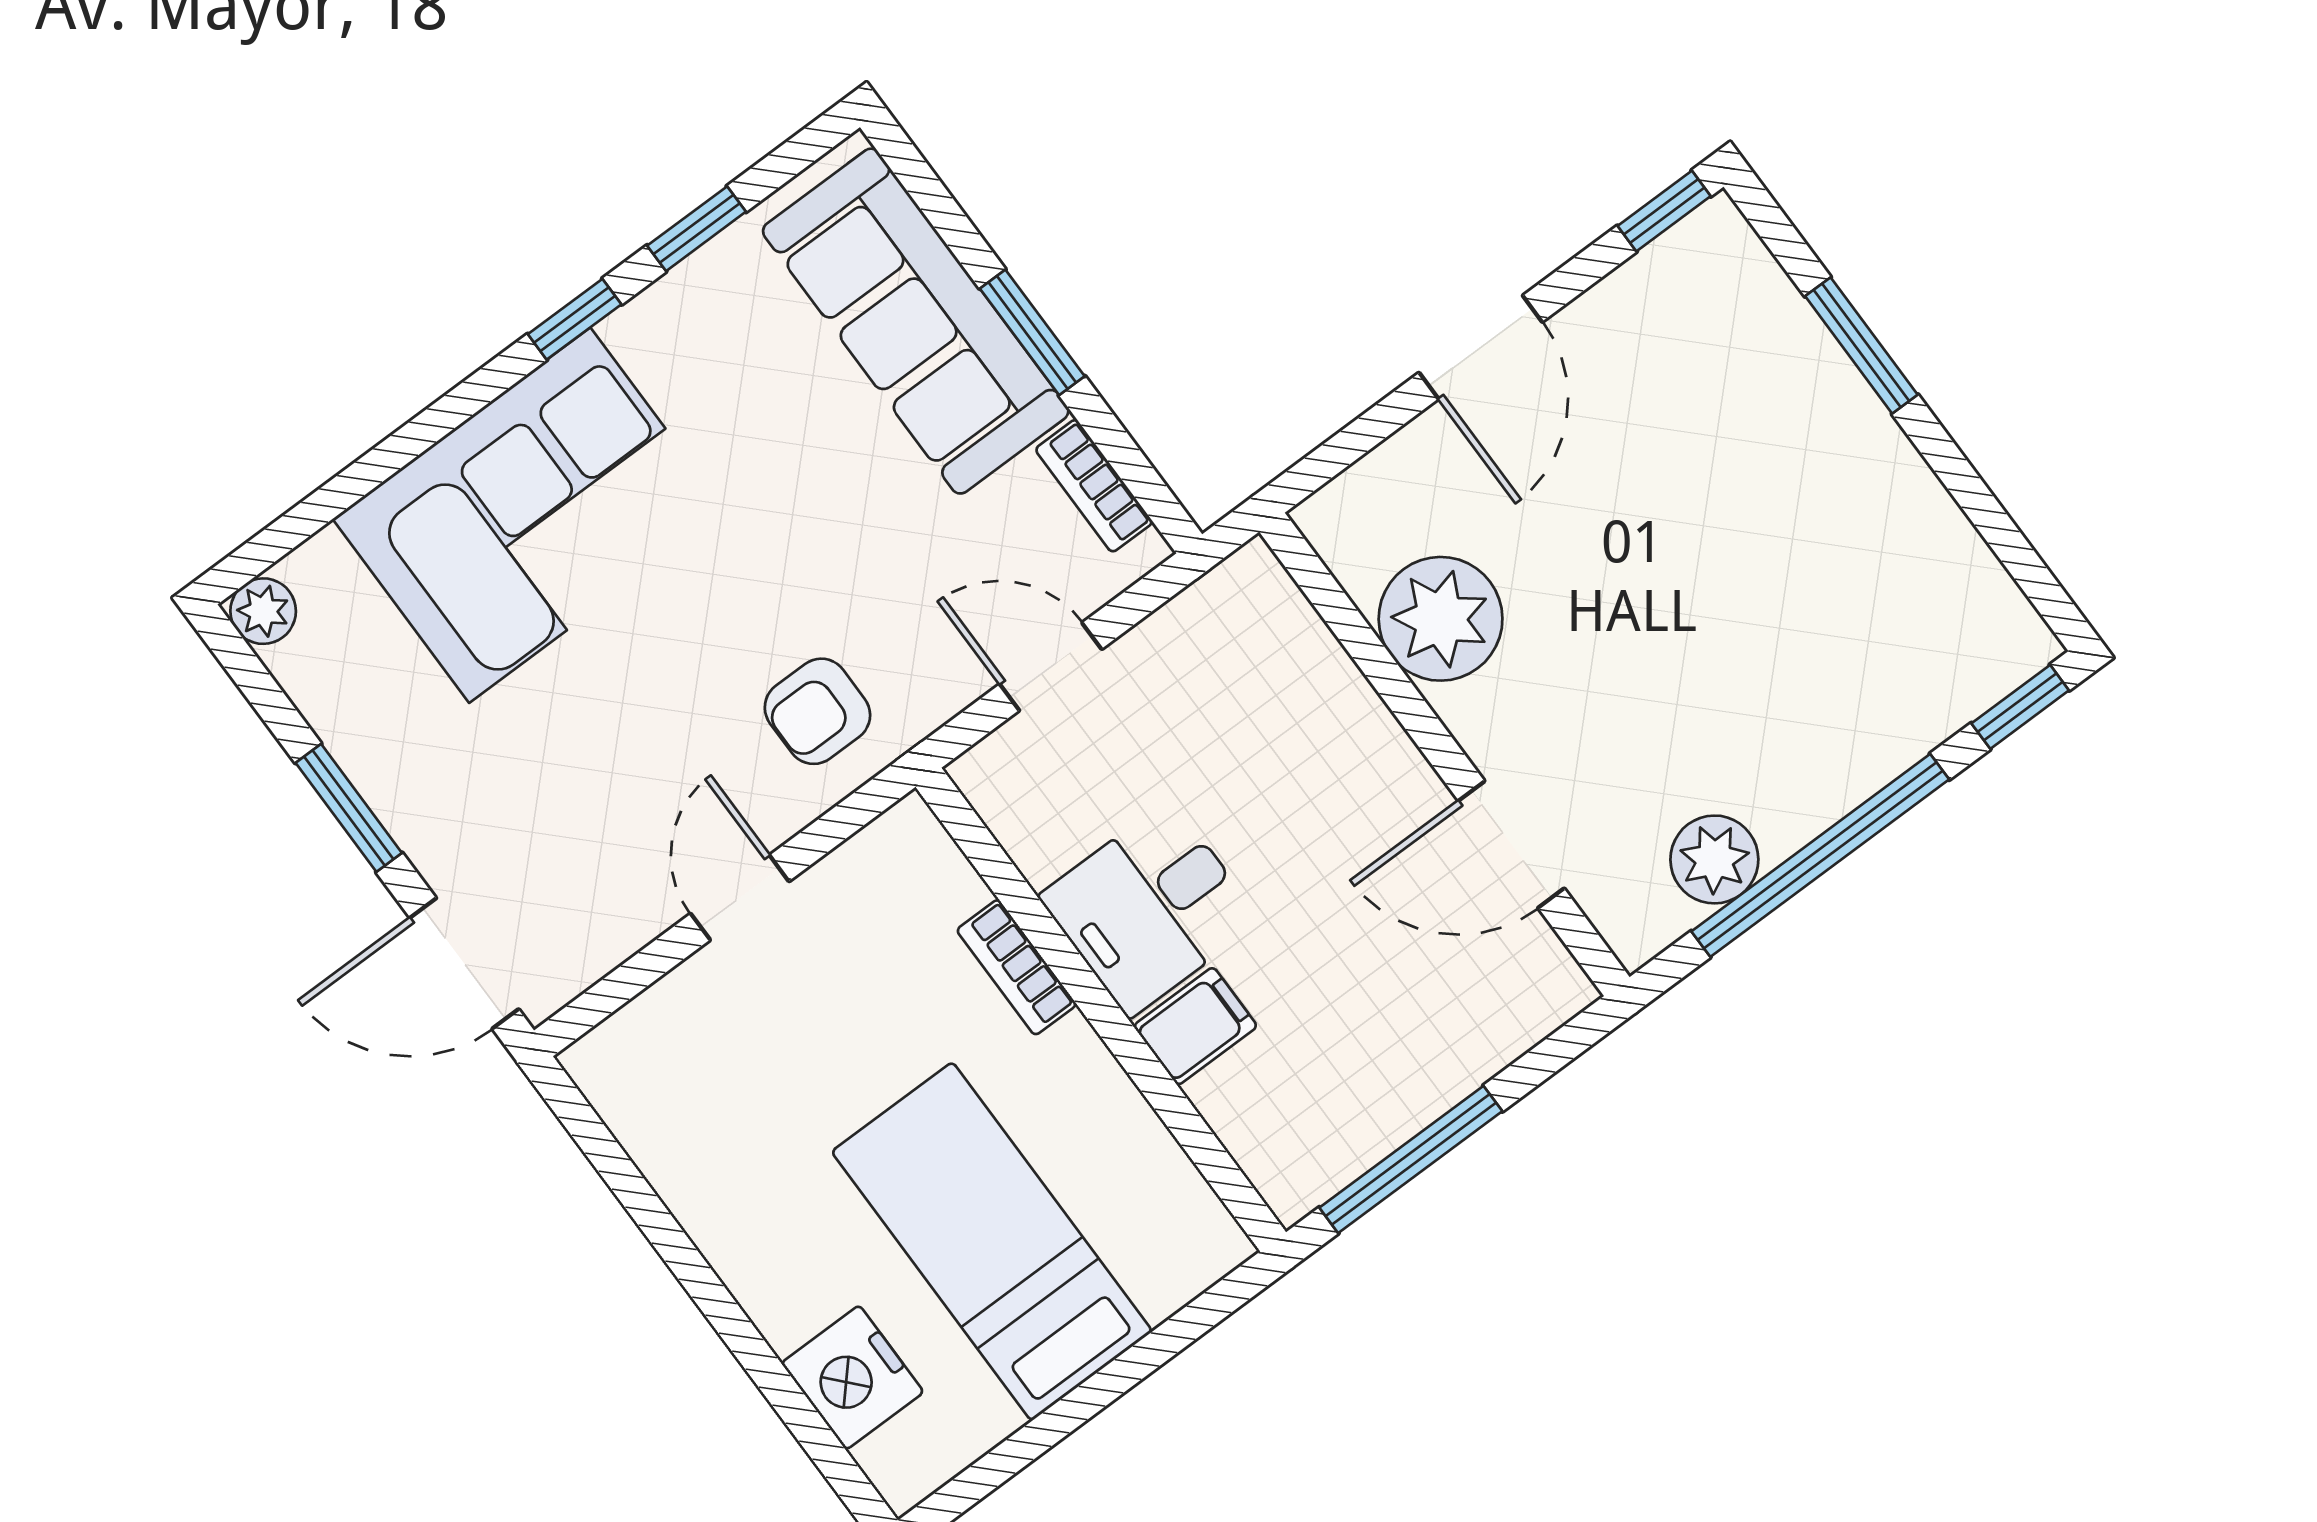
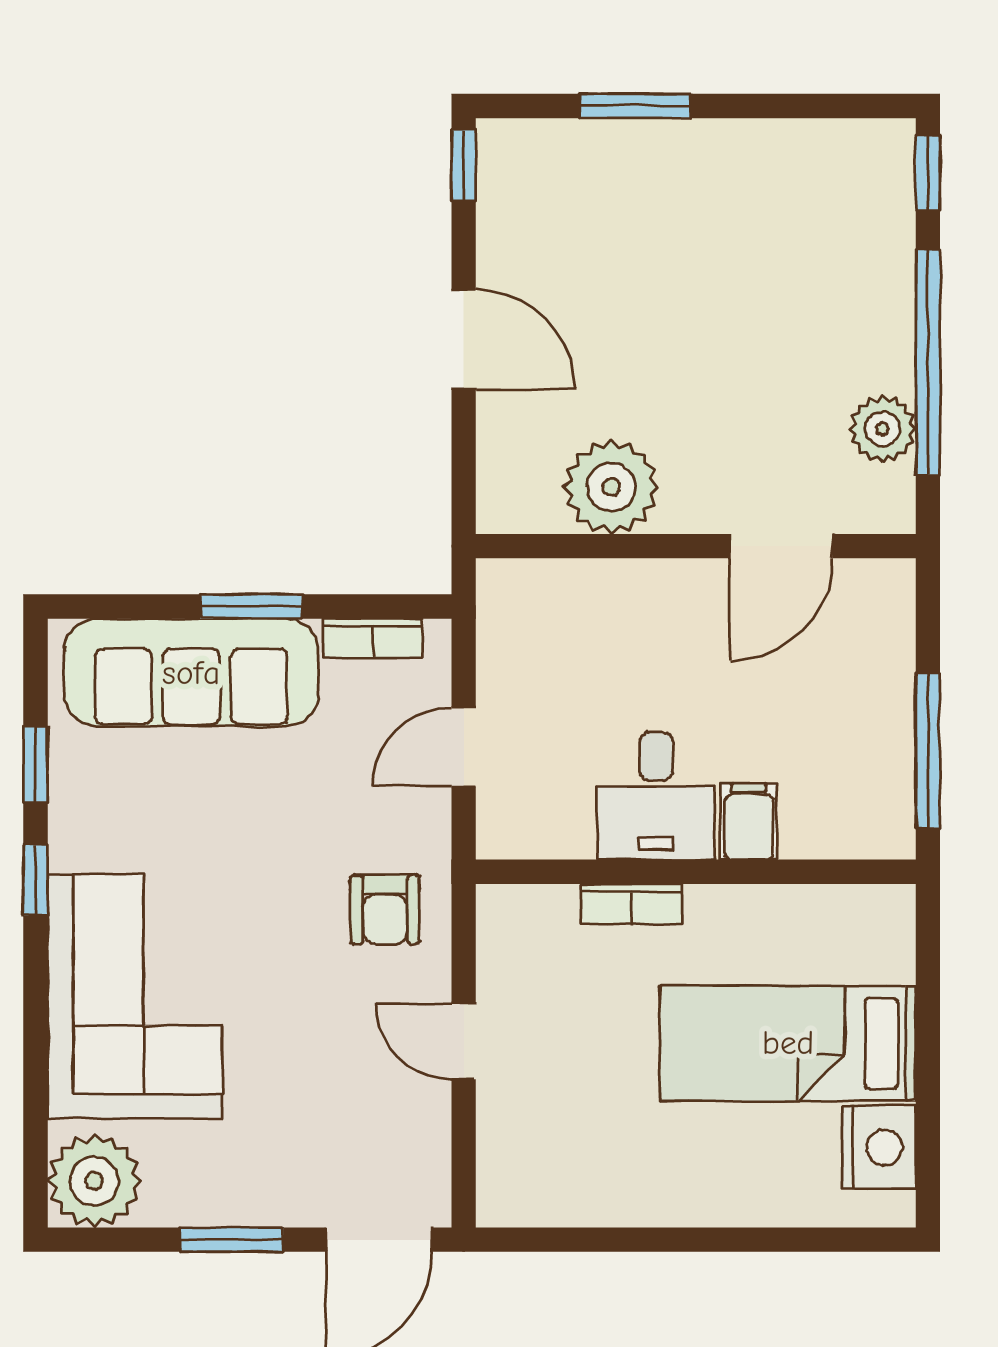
plant: (263, 611) -> (94, 1181), width x1.88, depth x1.88
nightstand: (852, 1378) -> (879, 1147), moved, turned -90

